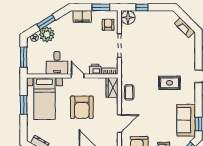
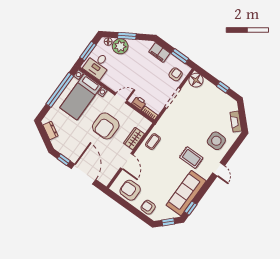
window: (142, 7) -> (223, 87), moved
side table: (180, 55) -> (216, 141), added
desk: (57, 63) -> (97, 65), moved
door: (78, 76) -> (121, 98), hinge flipped
wardrobe: (112, 88) -> (134, 139), moved
window: (24, 105) -> (60, 90), width x2.11
sofa: (186, 120) -> (186, 193), width x1.36
door: (119, 124) -> (127, 161), hinge flipped

